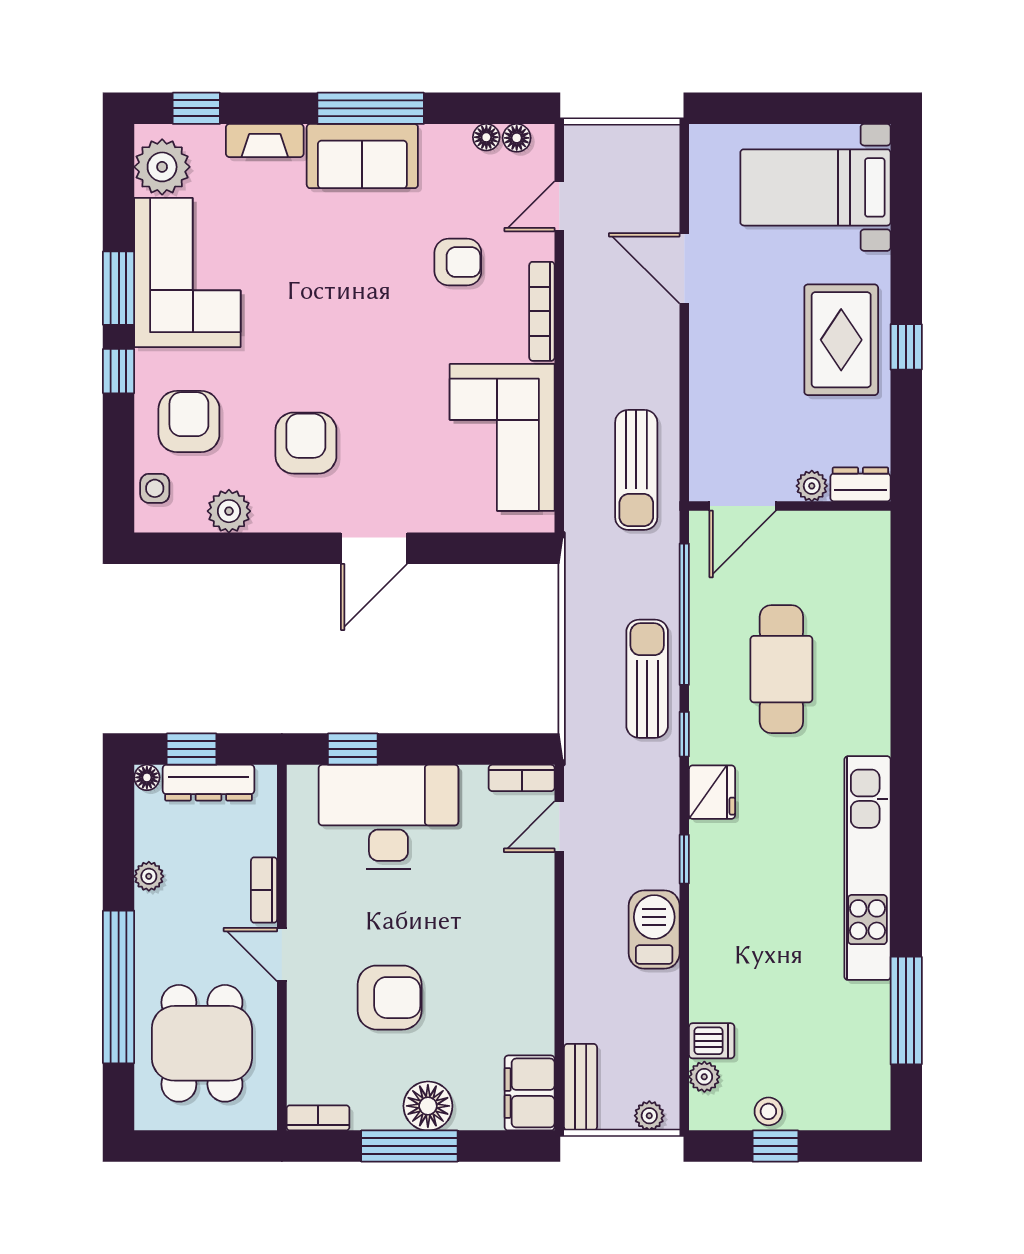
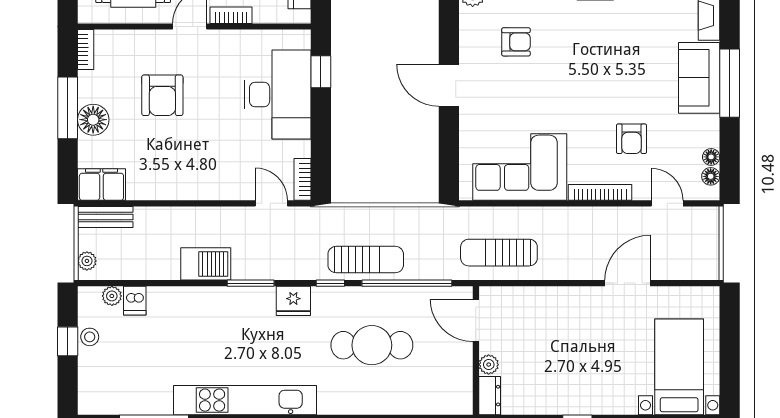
rug: (841, 340) -> (582, 383), removed
armchair: (306, 443) -> (516, 42), width x0.72, depth x0.72
window: (684, 859) -> (251, 283), width x1.50

